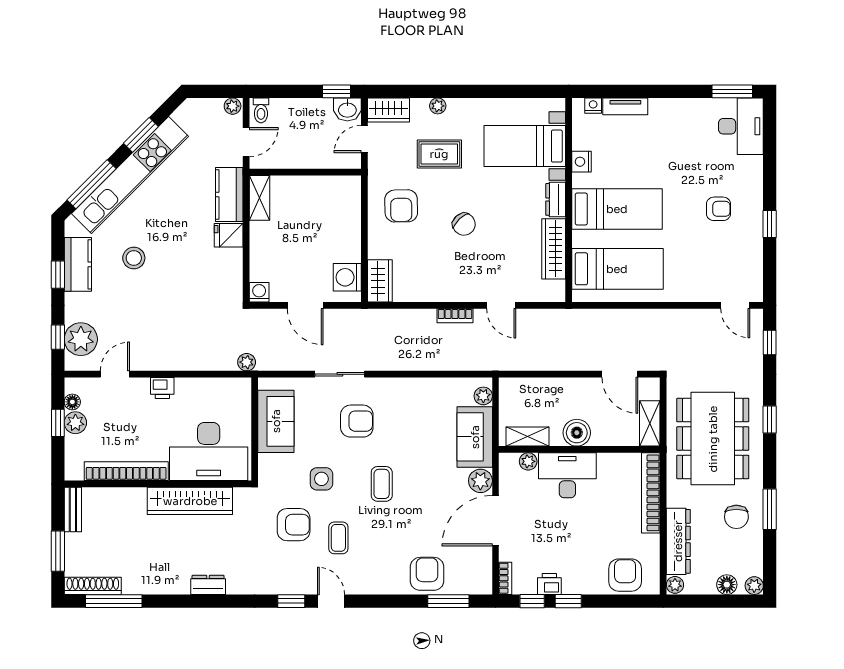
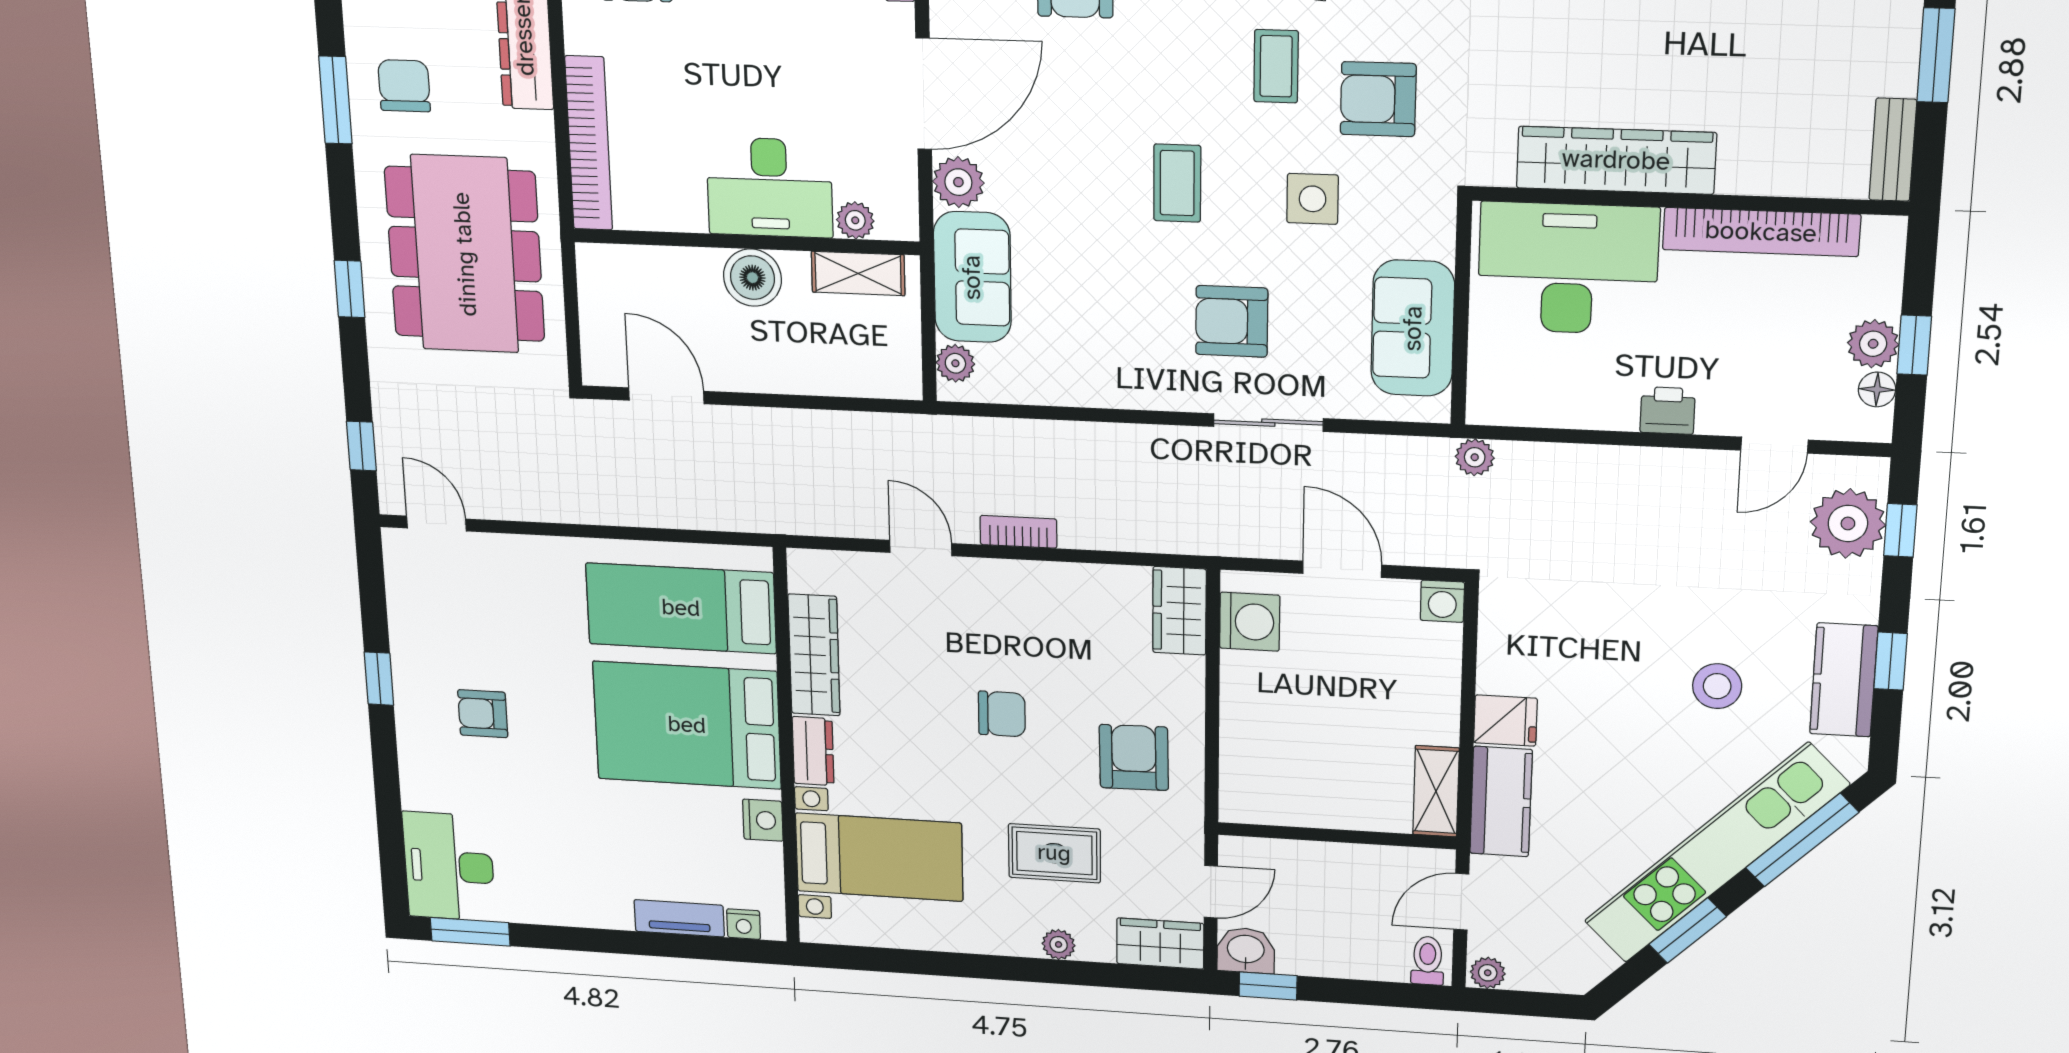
bed: (617, 209) -> (687, 725), width x1.50
chair: (464, 224) -> (1002, 714), turned 133
shelving: (650, 423) -> (599, 291), removed

